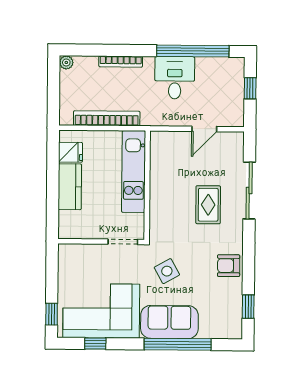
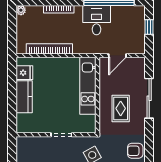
kitchen unit: (134, 172) -> (88, 86), moved
wall: (147, 185) -> (97, 95), moved

